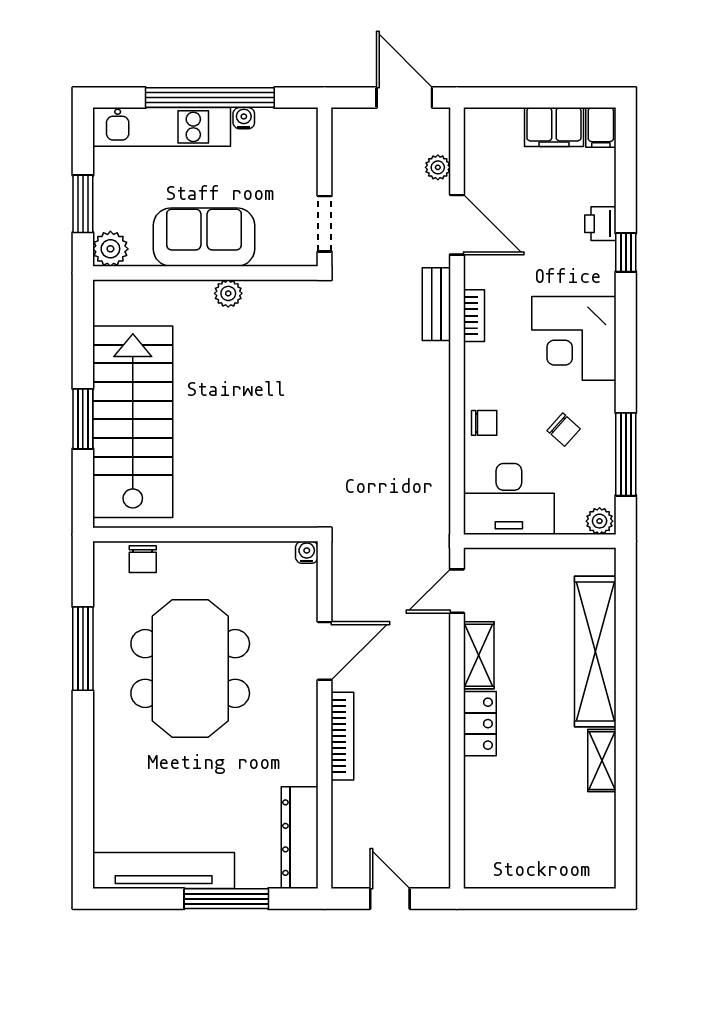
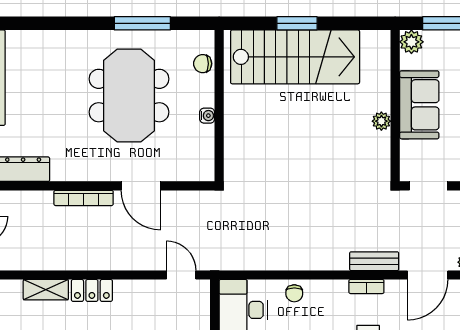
water cooler: (307, 552) -> (207, 116), moved
shelving: (479, 655) -> (46, 290), moved
meeting table: (190, 668) -> (129, 96), turned 90

